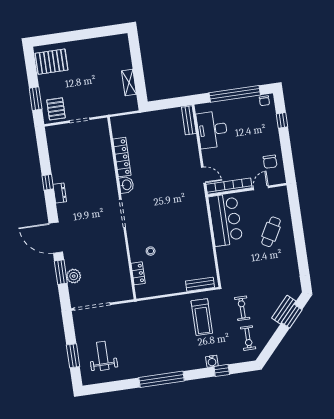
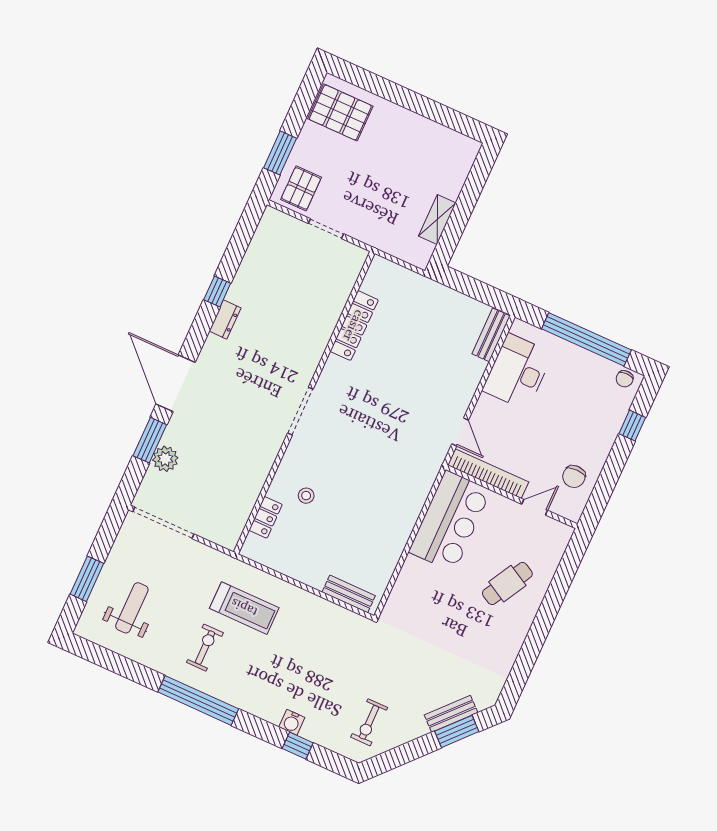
washbasin: (126, 185) -> (334, 372), removed
exercise bike: (242, 308) -> (205, 648), moved
treadmill: (202, 317) -> (244, 608), moved, turned -90

